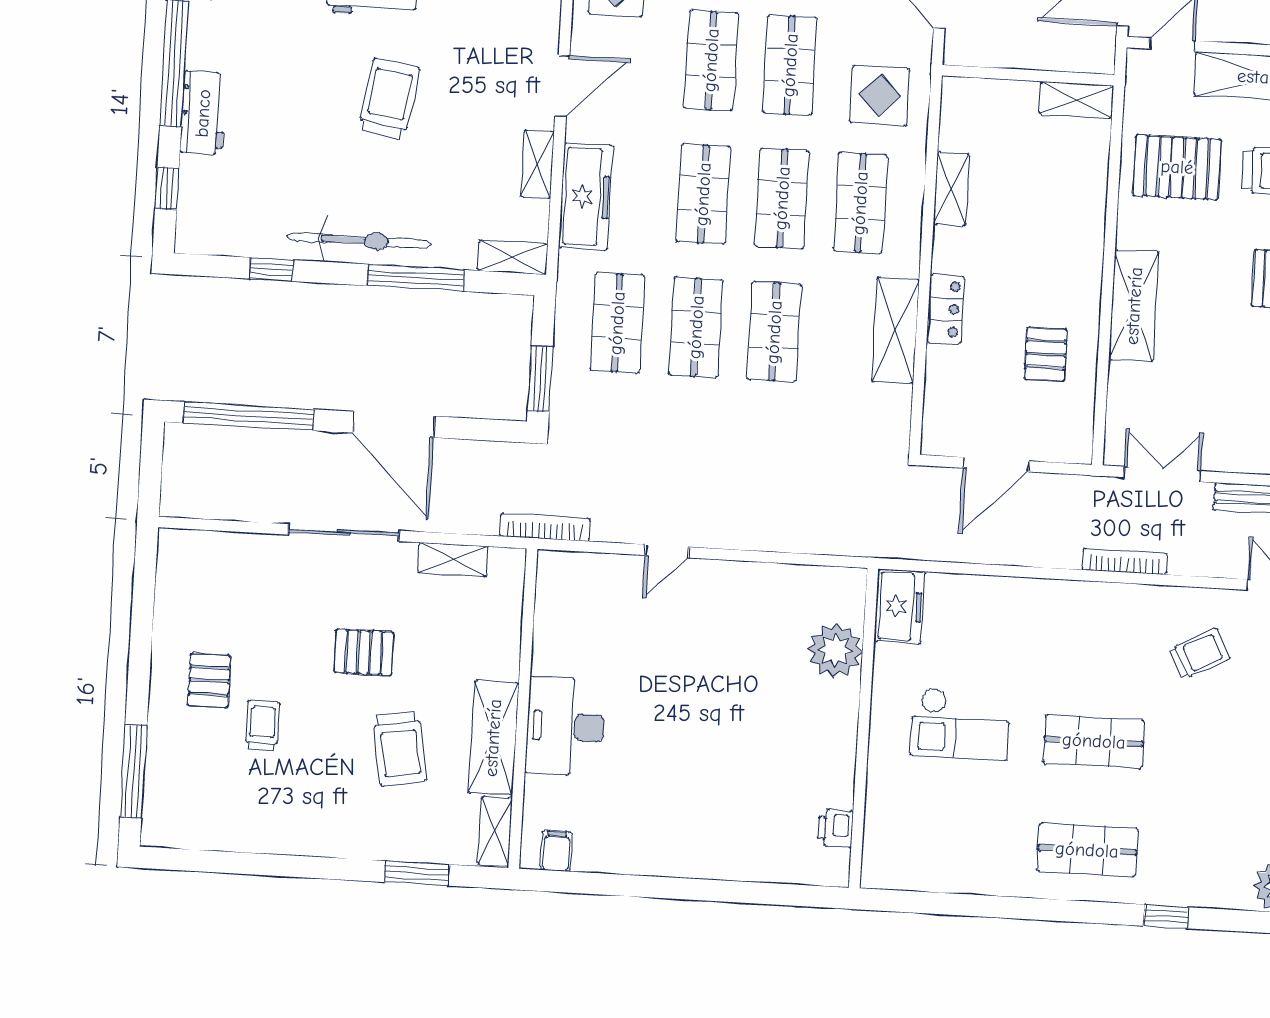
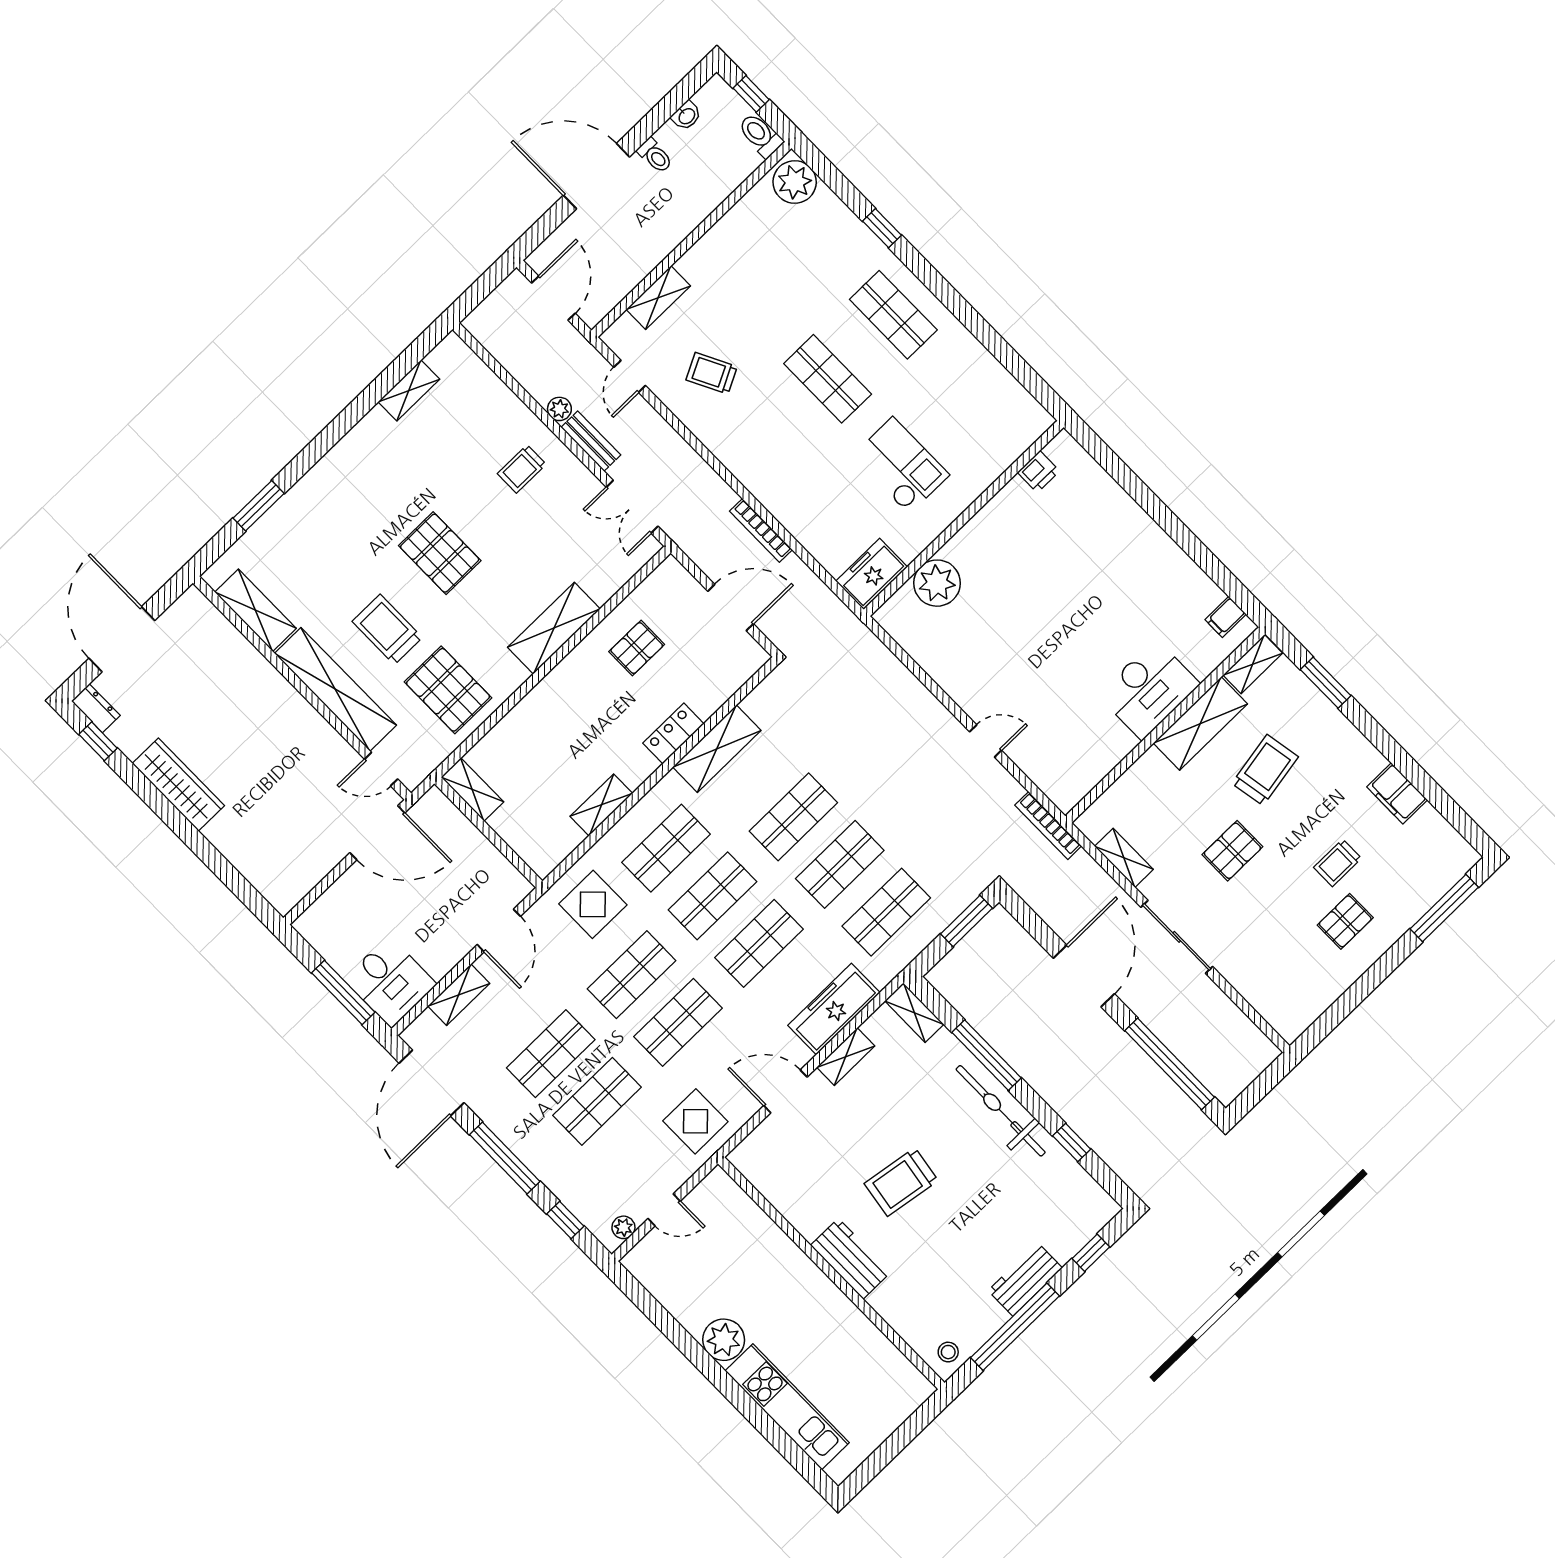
bookcase: (1125, 561) -> (761, 530), moved
pallet: (364, 652) -> (1232, 851), turned 90
filing cabinet: (266, 834) -> (1397, 793), added

